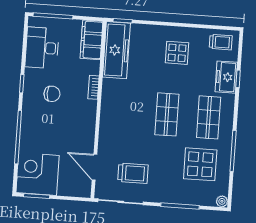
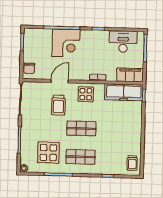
display table: (177, 53) -> (86, 94), moved
freezer: (226, 77) -> (108, 168), removed
chair: (52, 94) -> (29, 68), moved
door: (95, 167) -> (60, 81), moved
trolley: (133, 173) -> (58, 105), moved
corner desk: (38, 174) -> (66, 43), moved, turned 90

